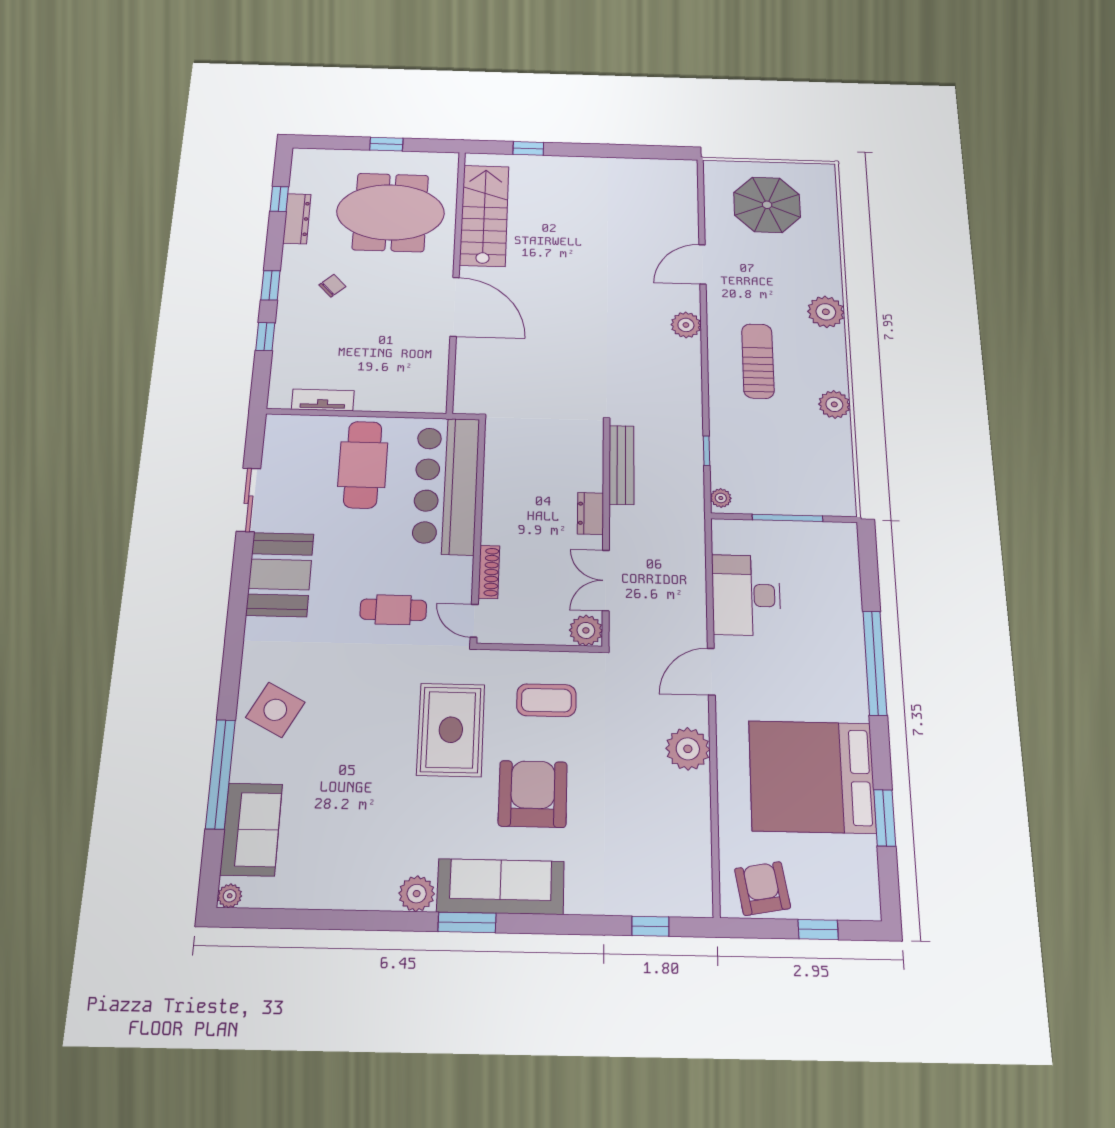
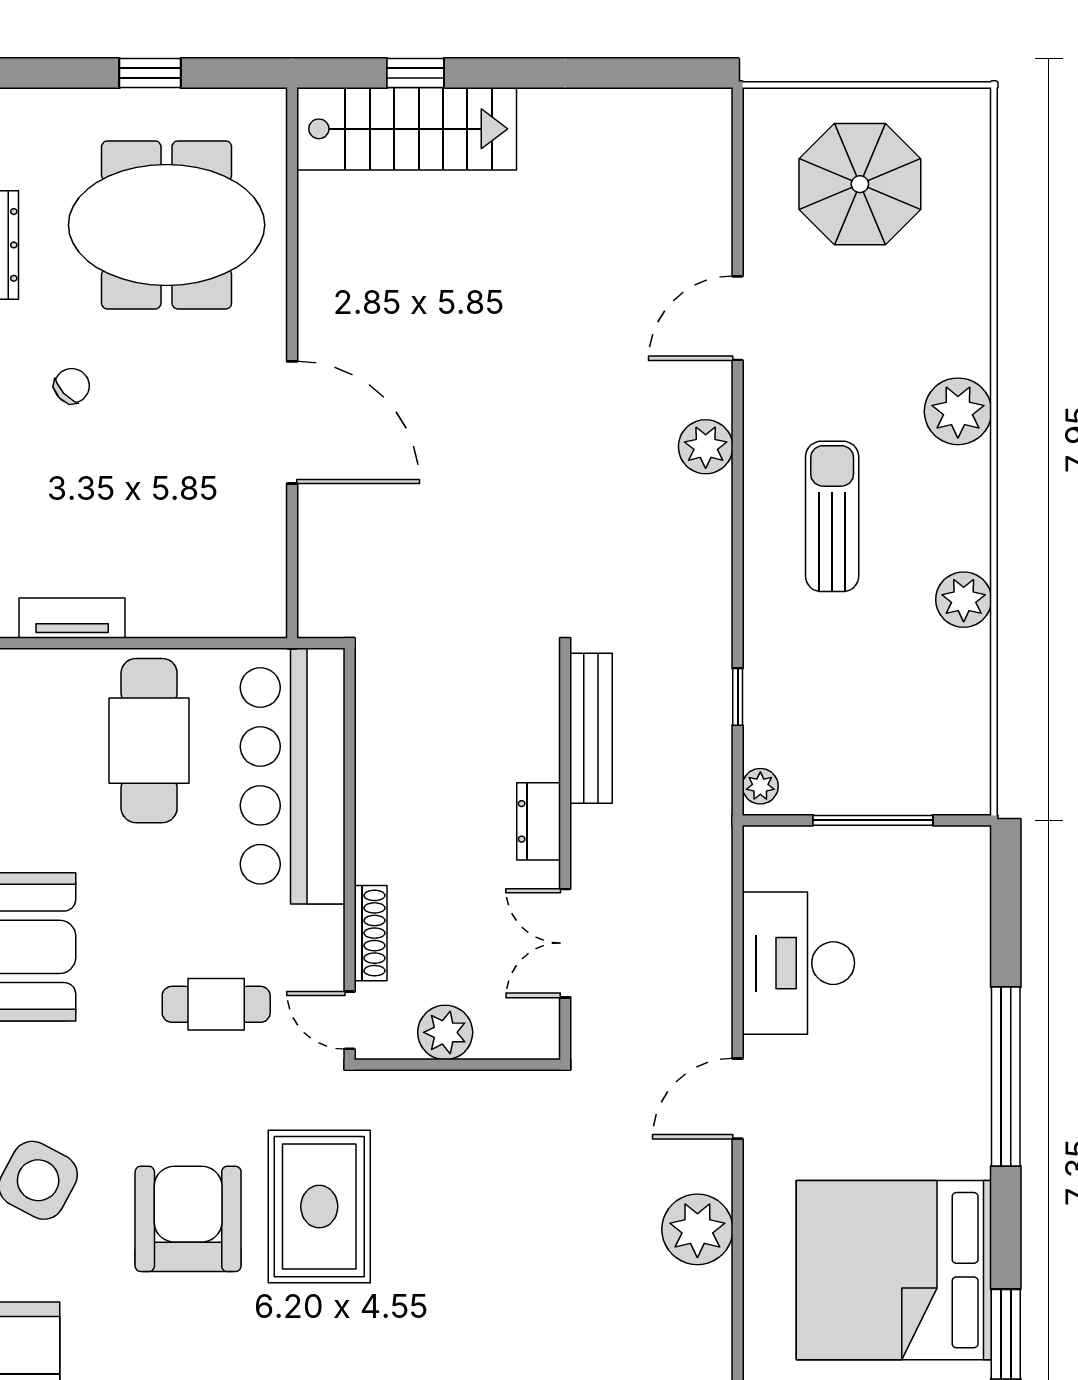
stairs: (484, 215) -> (407, 129), moved, turned 90
plant: (586, 630) -> (445, 1032), moved
coffee table: (546, 700) -> (471, 1154), removed
armchair: (533, 794) -> (188, 1219), moved

